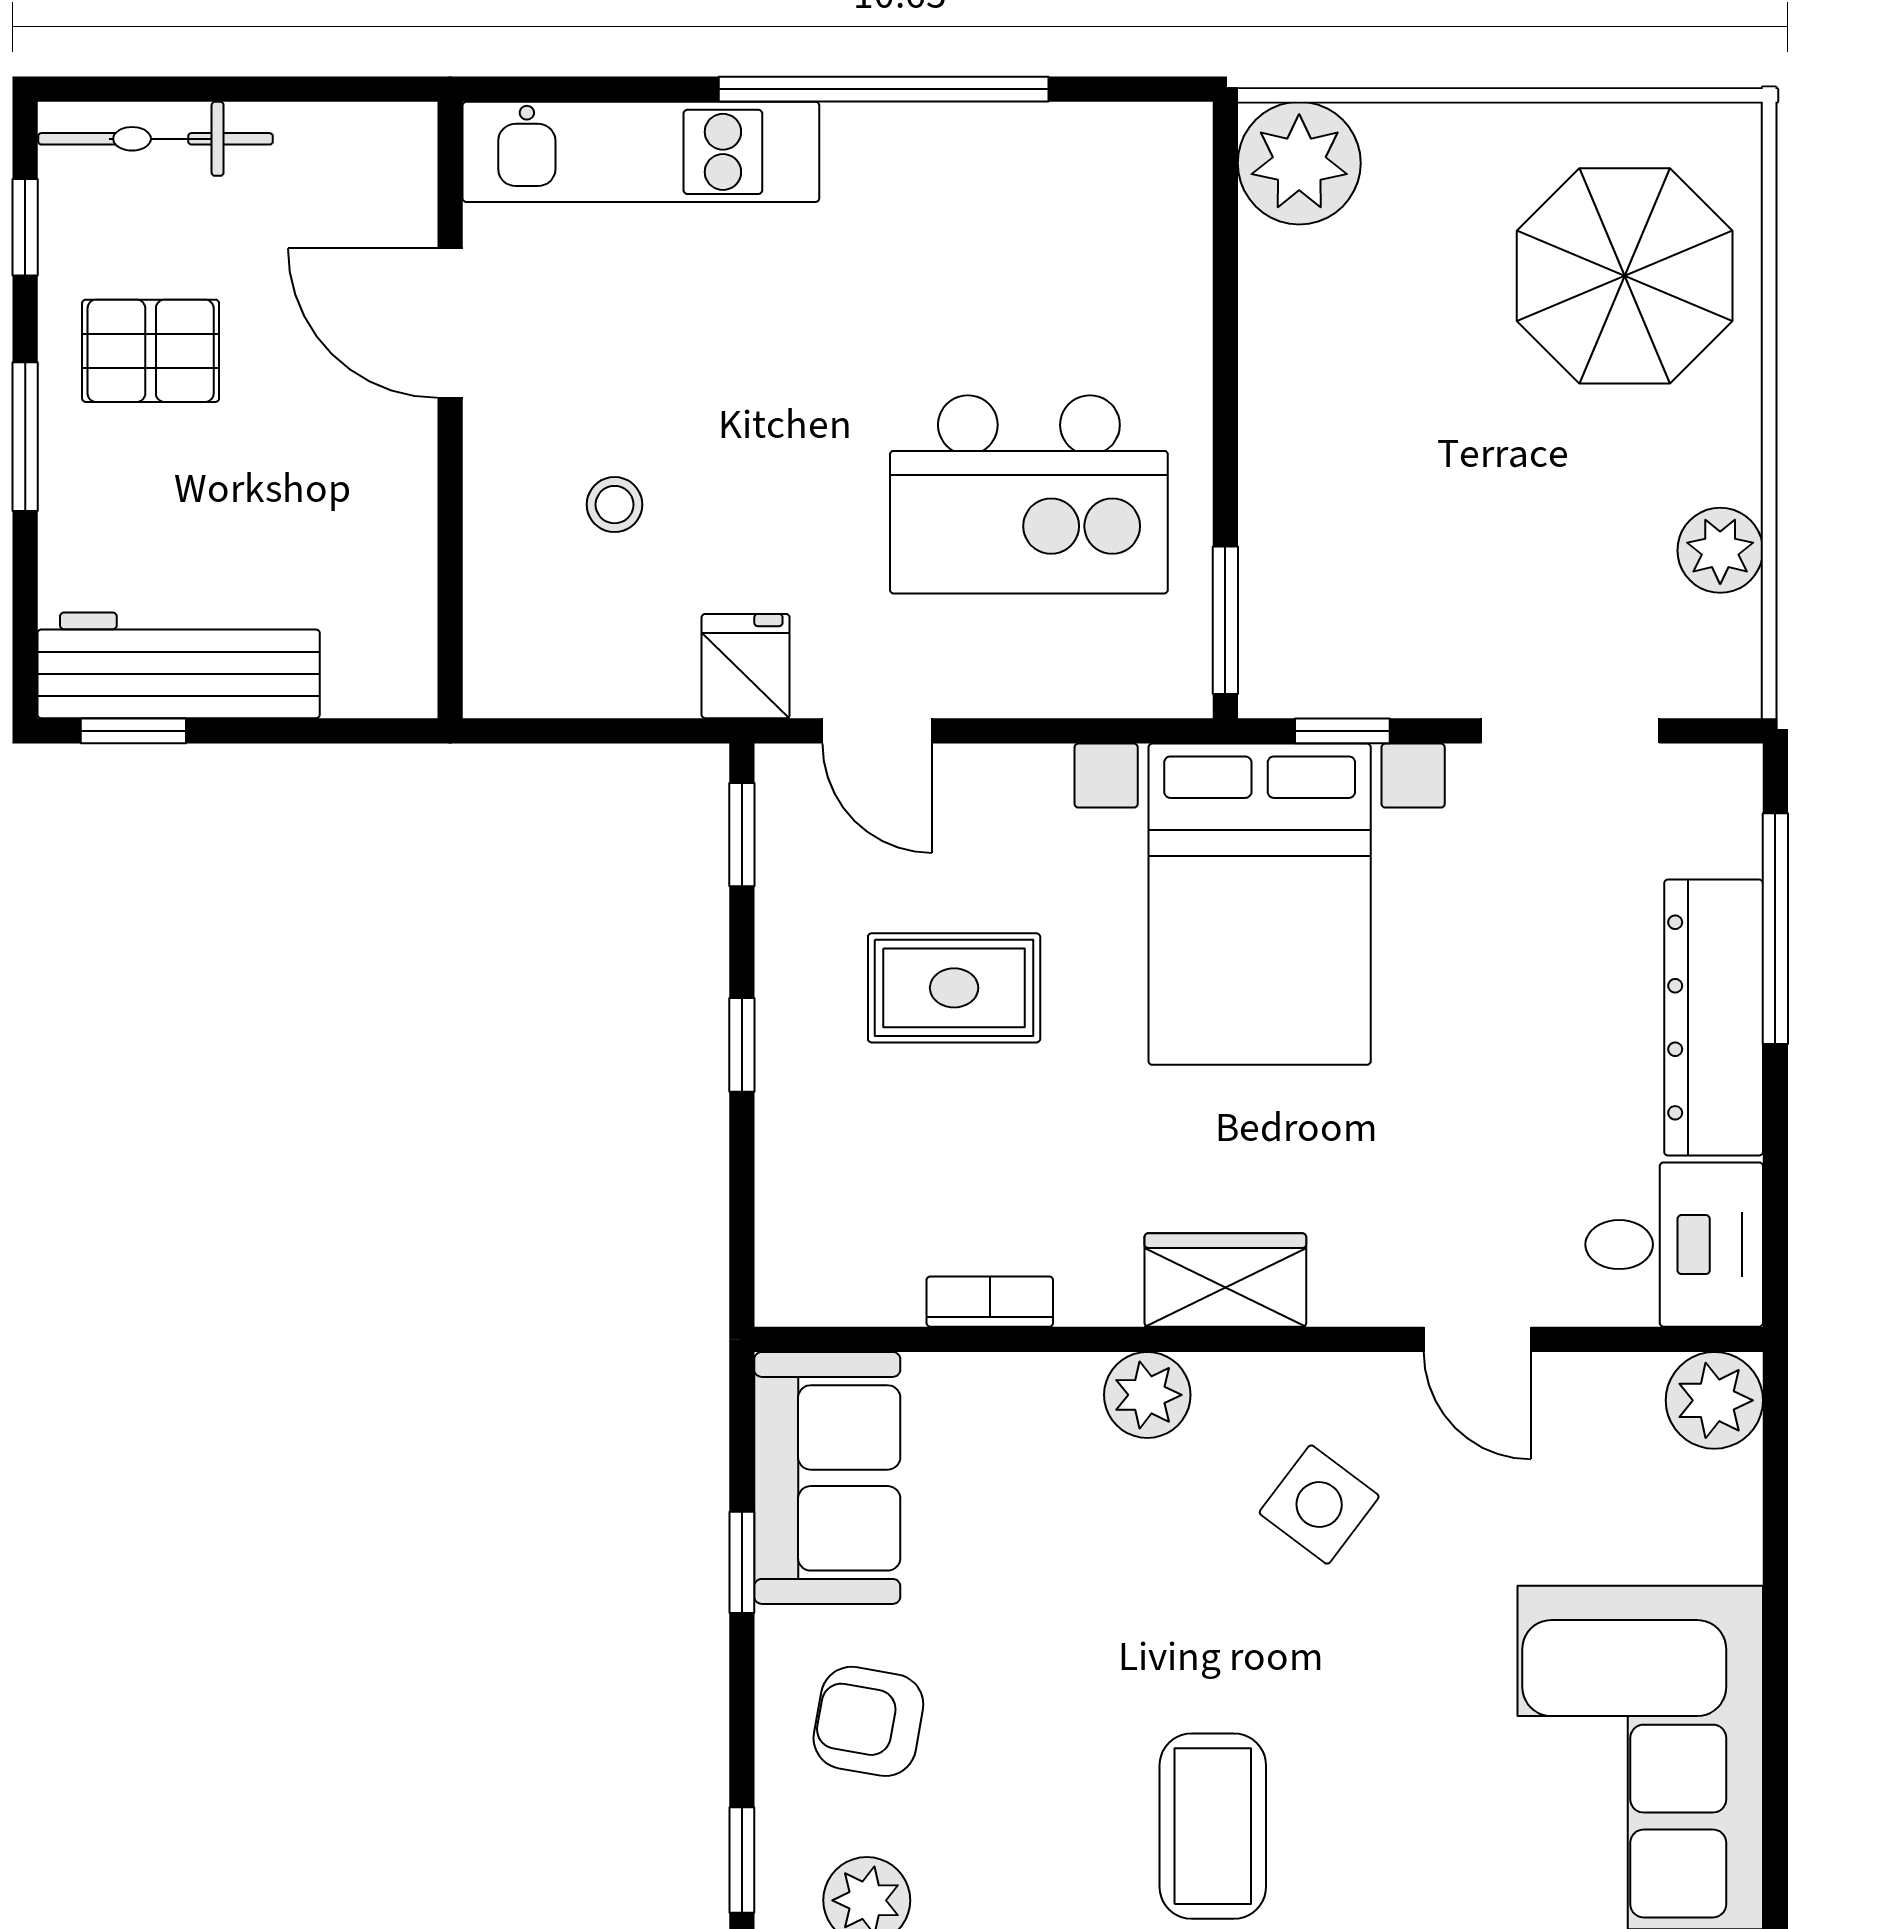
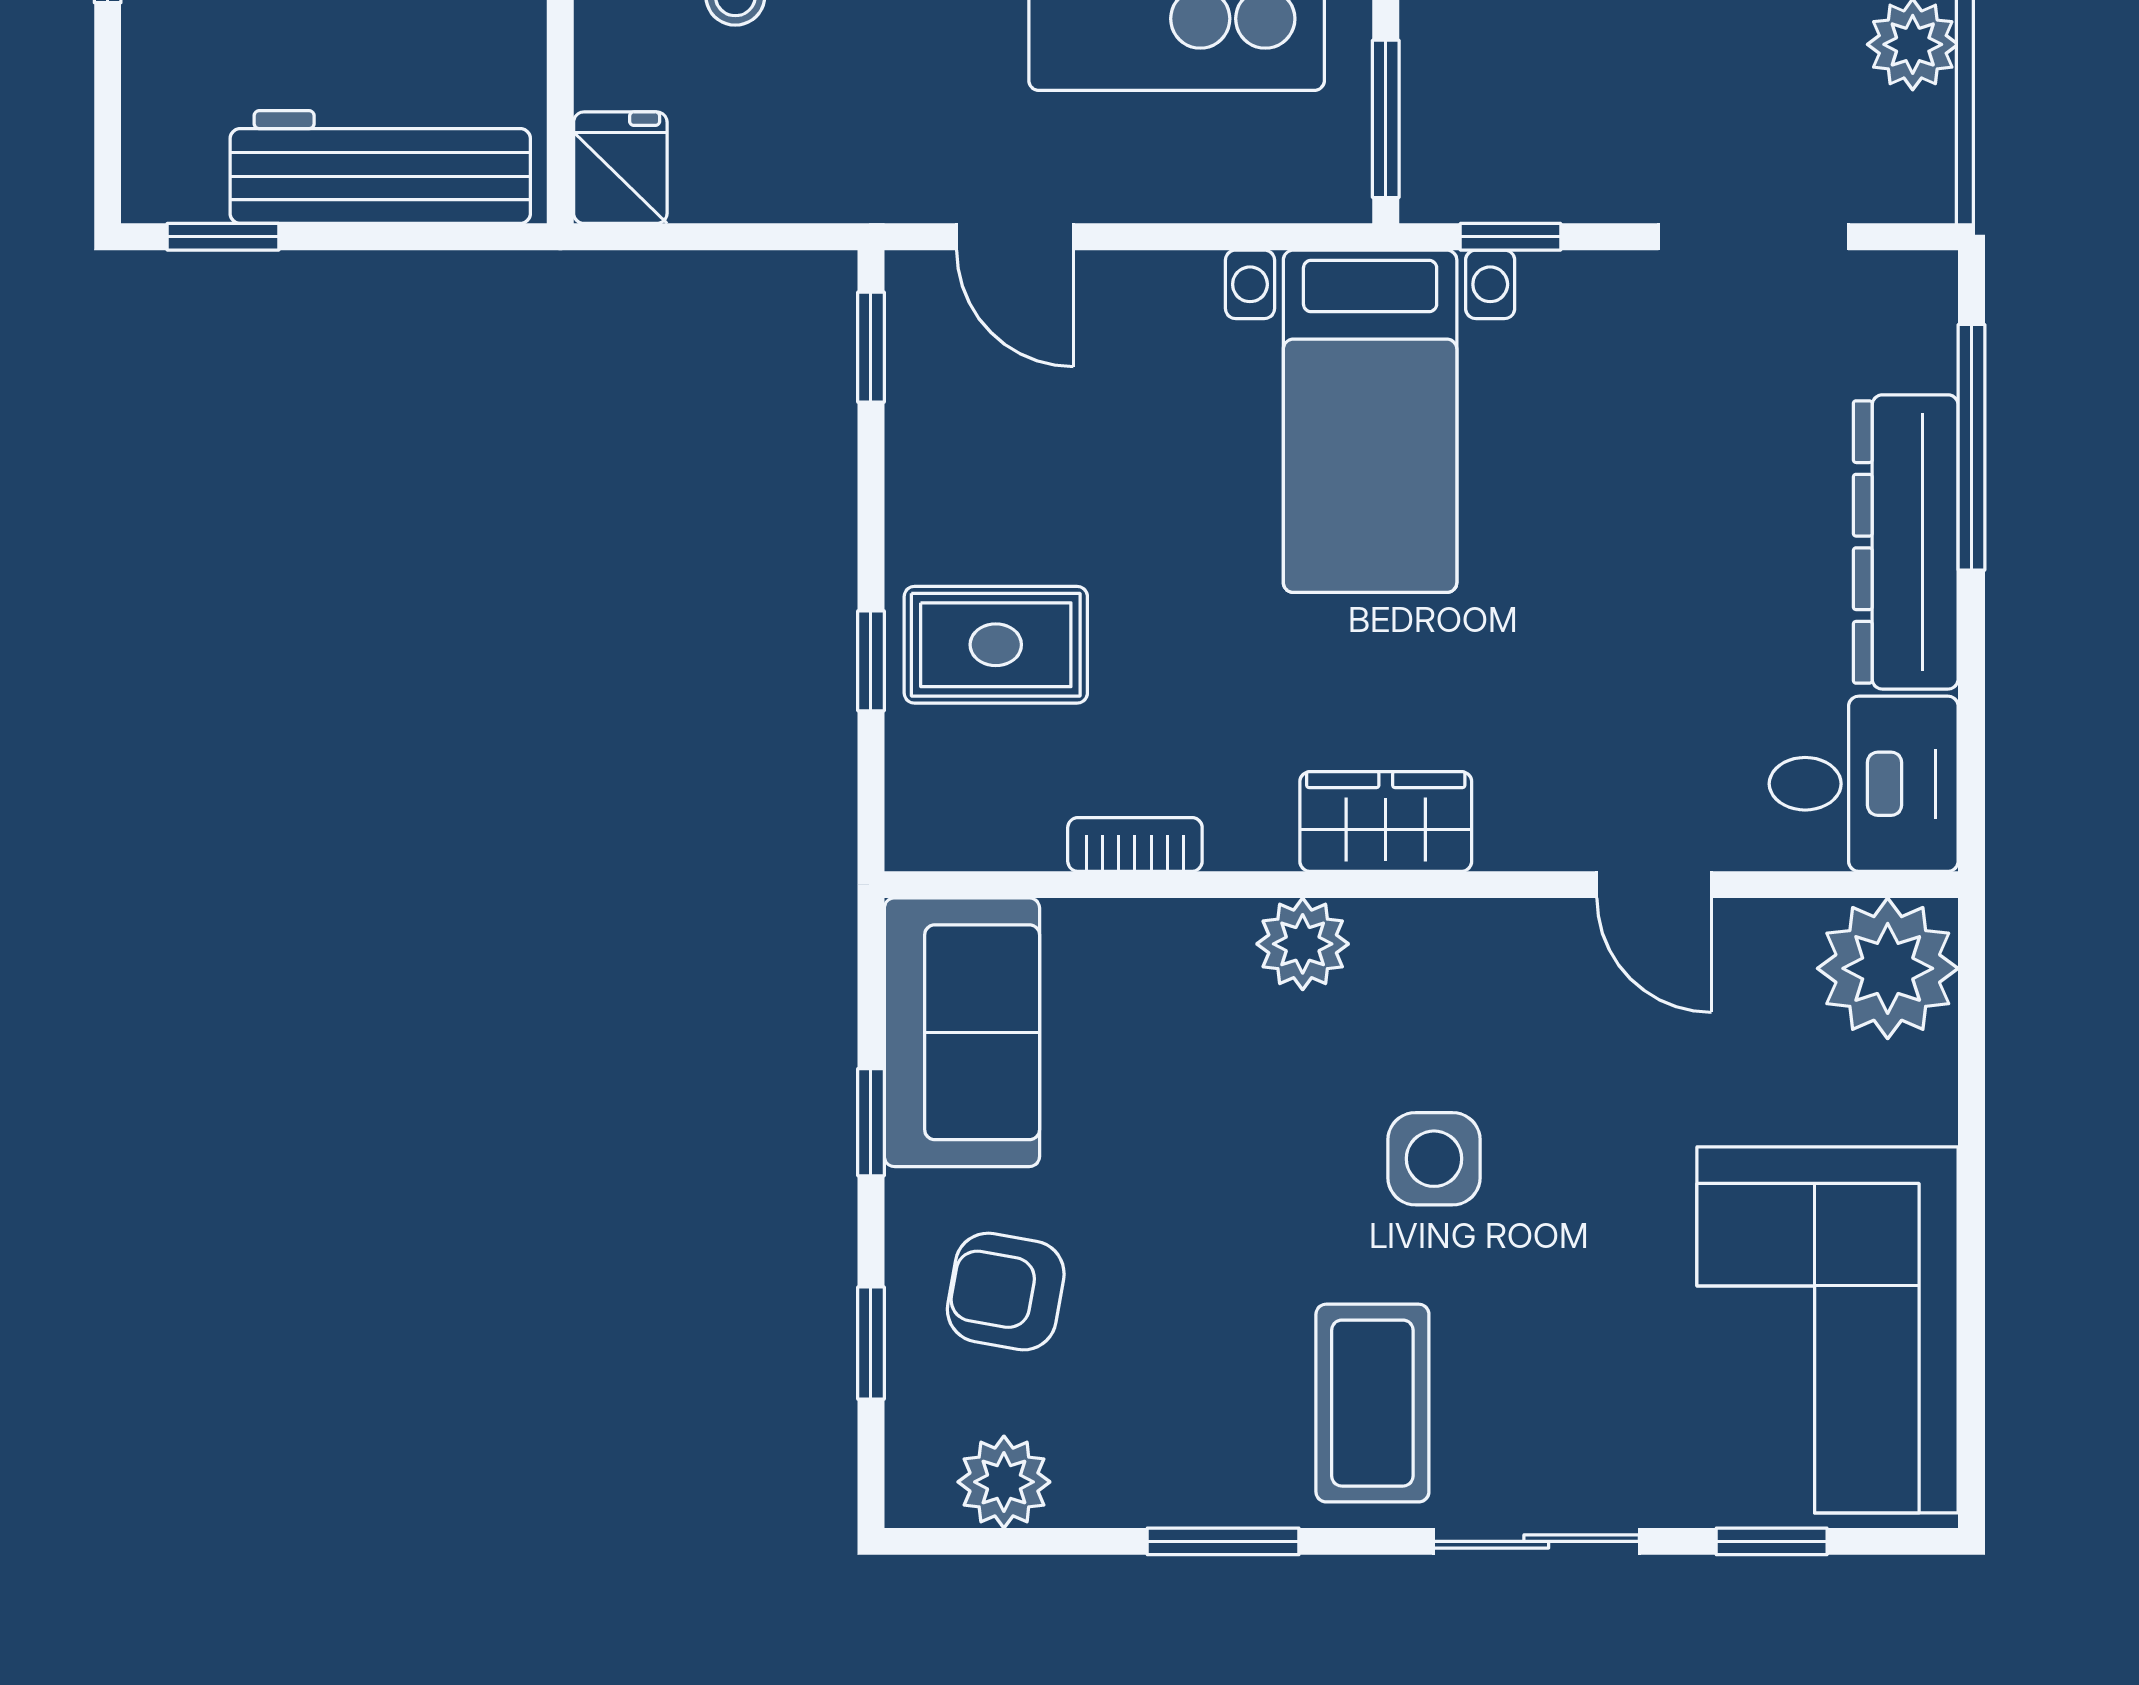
workbench: (179, 665) -> (380, 167), moved
fridge: (746, 666) -> (620, 168), moved
bed with nightstands: (1260, 904) -> (1370, 421), width x0.73
rug: (954, 988) -> (996, 645), moved
window: (742, 1045) -> (871, 661), moved
plant: (1714, 1400) -> (1888, 968), width x1.36, depth x1.36
side table: (1319, 1505) -> (1434, 1159), moved, turned -37
window: (742, 1860) -> (871, 1343), moved

